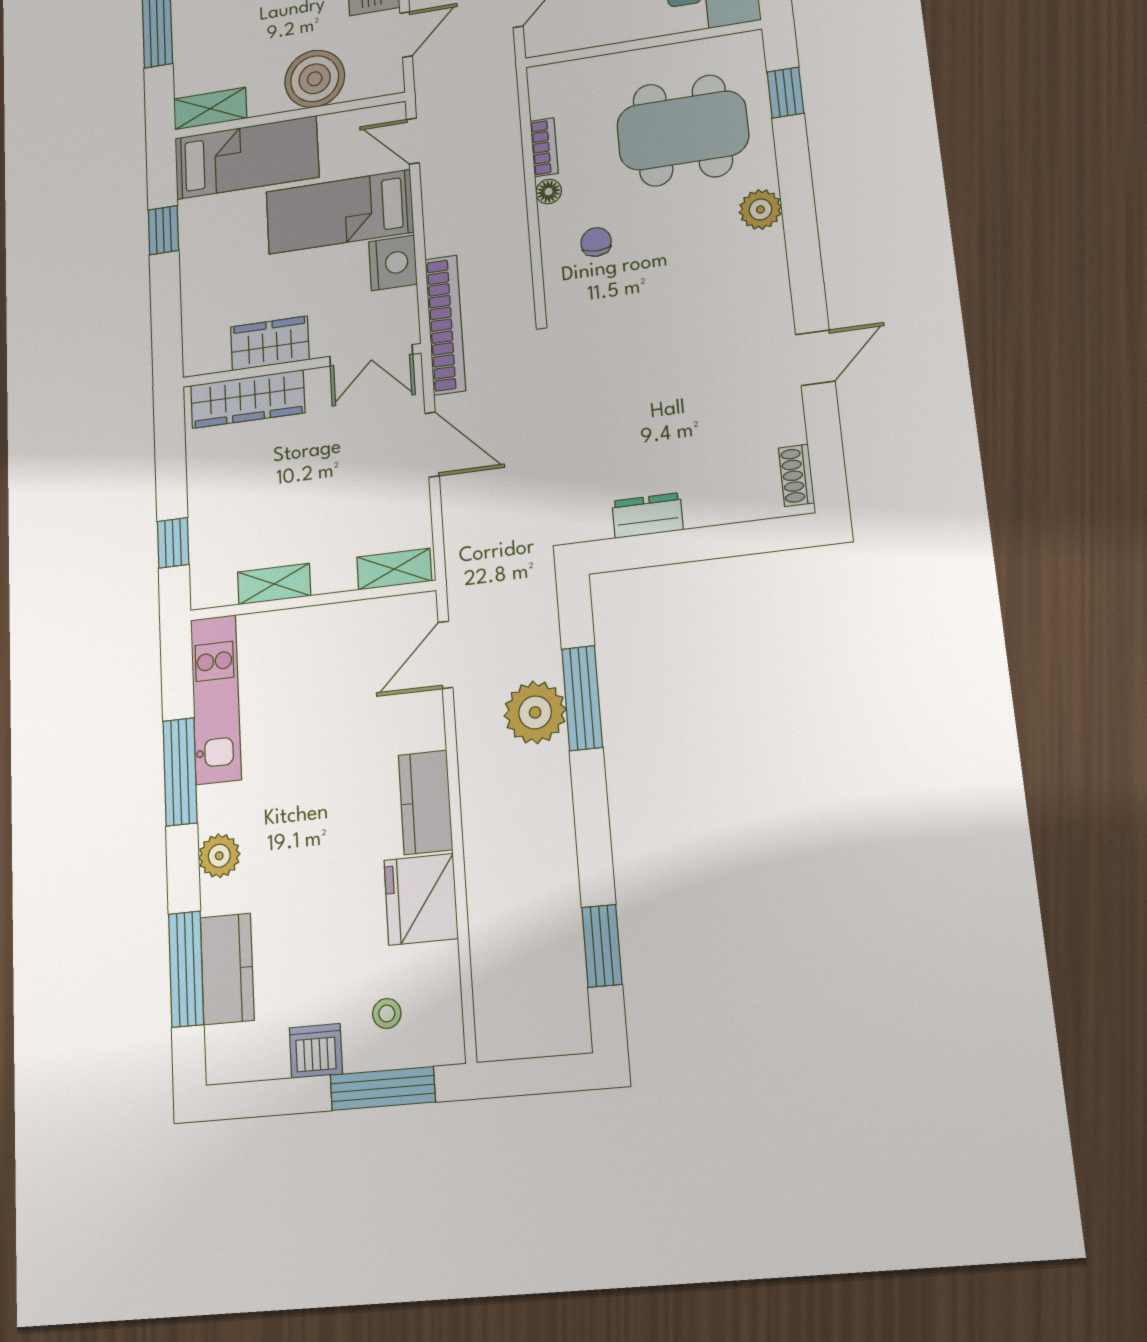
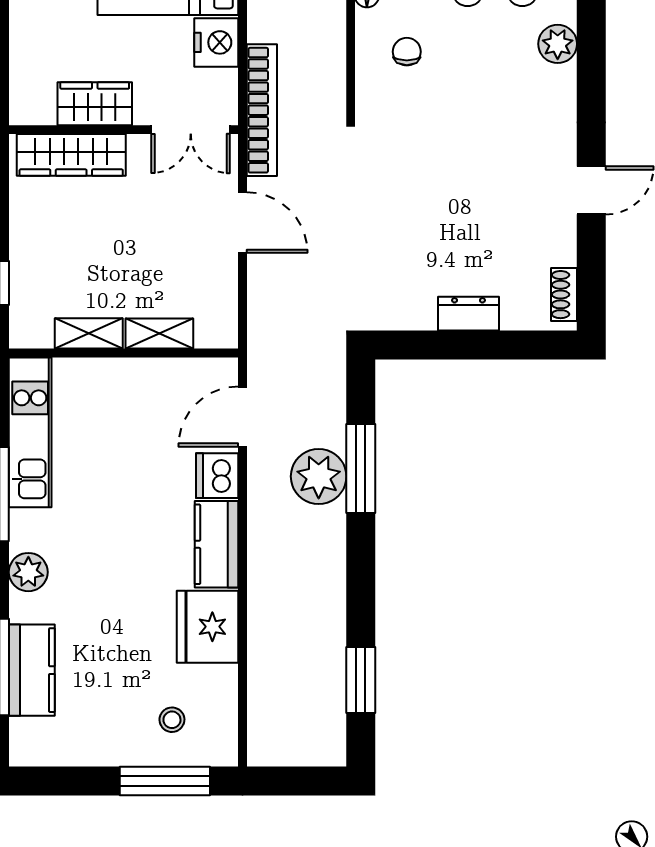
dresser: (647, 515) -> (468, 314), moved
shelving: (394, 569) -> (159, 333), moved
dishwasher: (316, 1051) -> (217, 476), moved, turned -90

